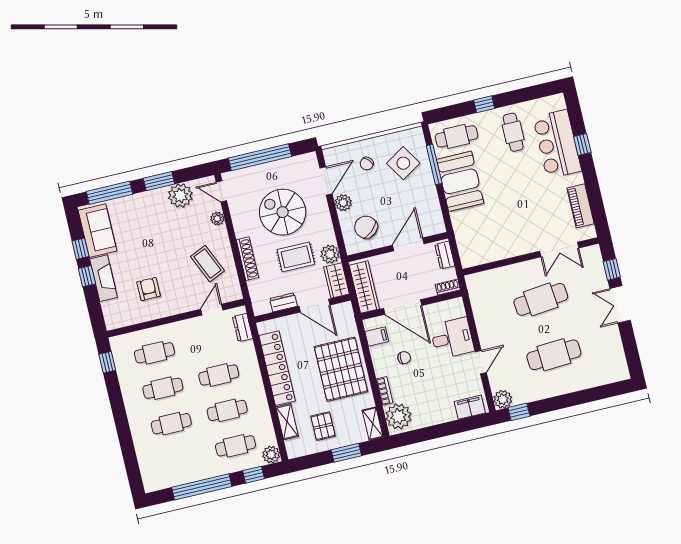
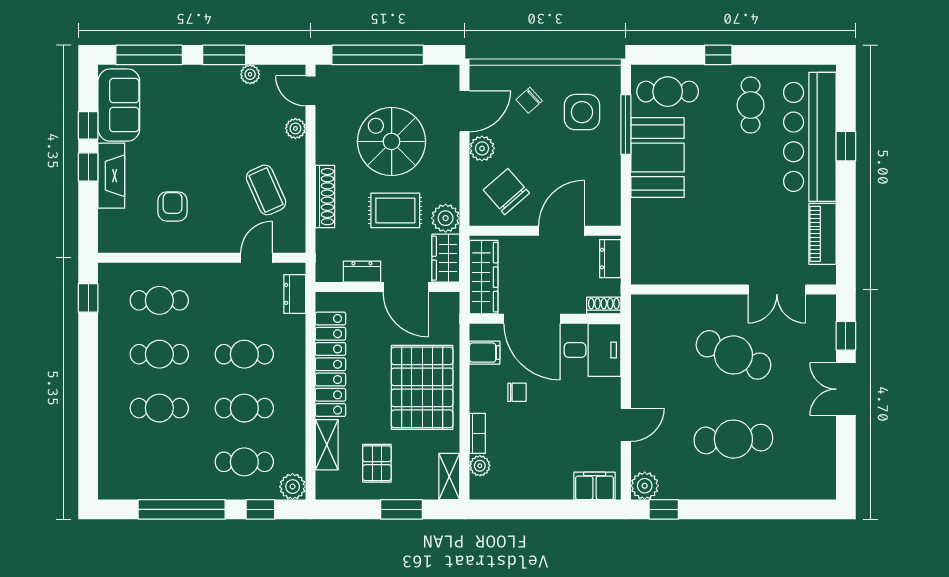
bar counter: (557, 144) -> (810, 137), width x1.36
side table: (403, 163) -> (582, 112), turned 32
plant: (180, 196) -> (250, 74), width x0.53, depth x0.53
cafe table: (541, 299) -> (733, 355), turned 30
desk: (452, 338) -> (593, 350), moved
plant: (398, 416) -> (480, 466), width x0.53, depth x0.53

